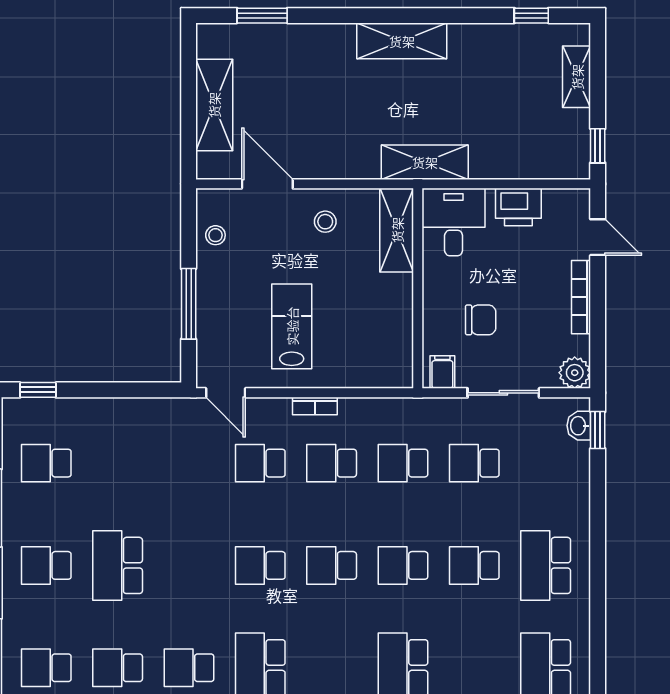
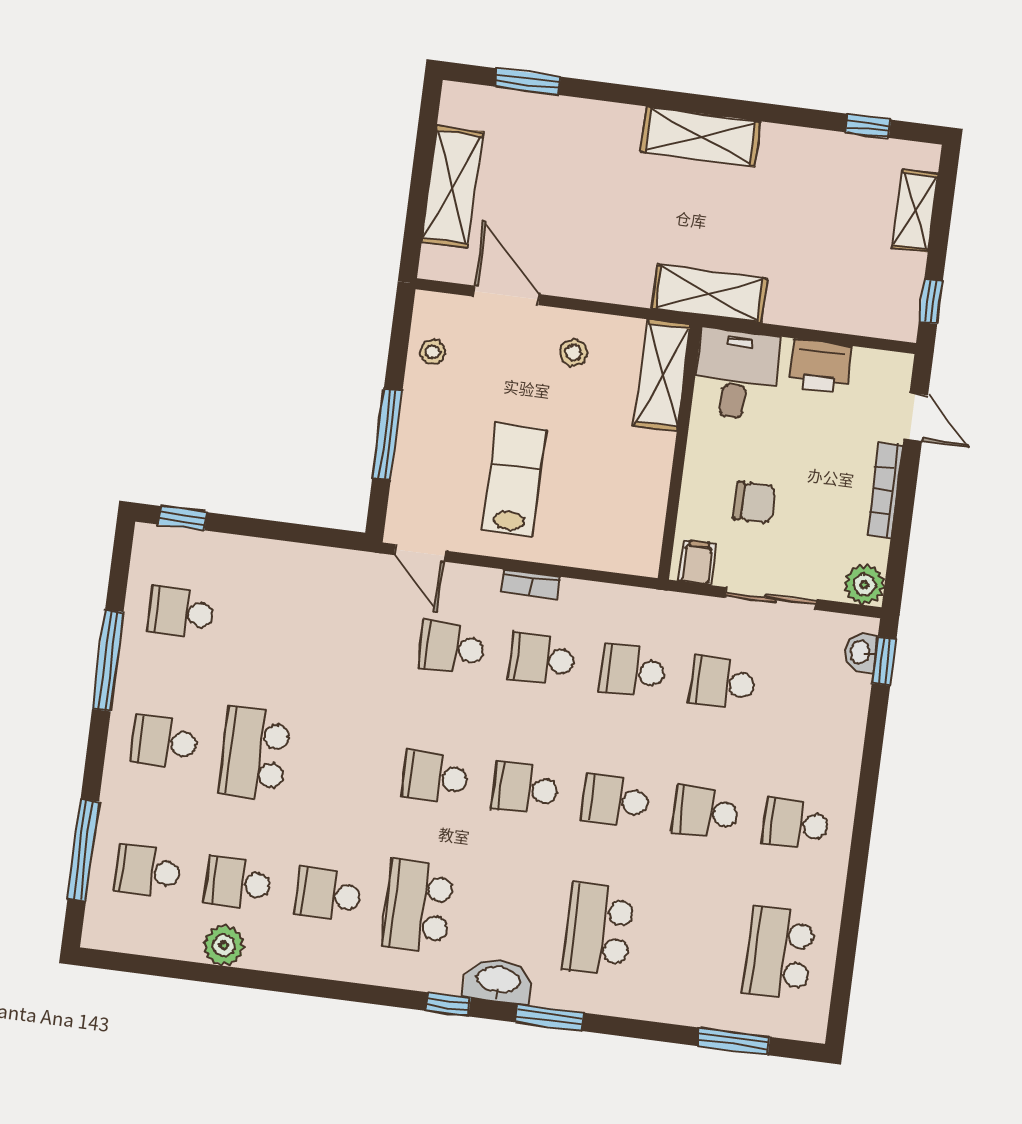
school desk: (546, 565) -> (796, 824), width x0.54

